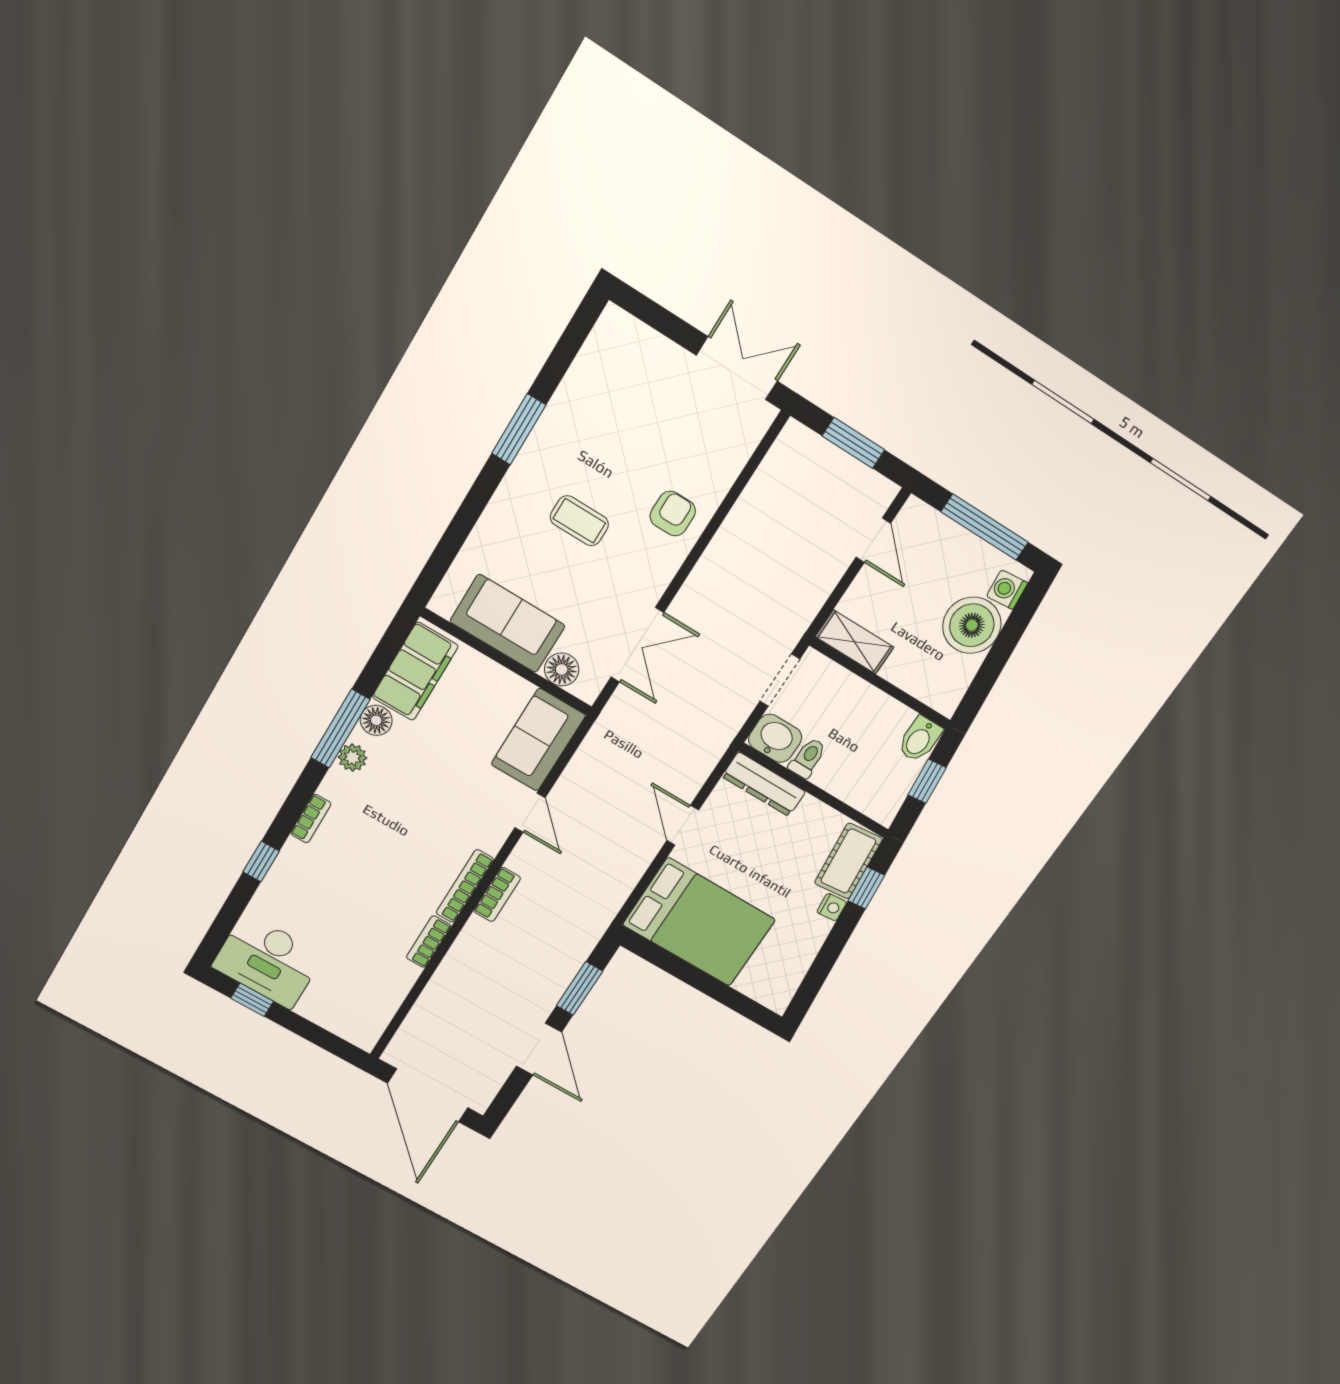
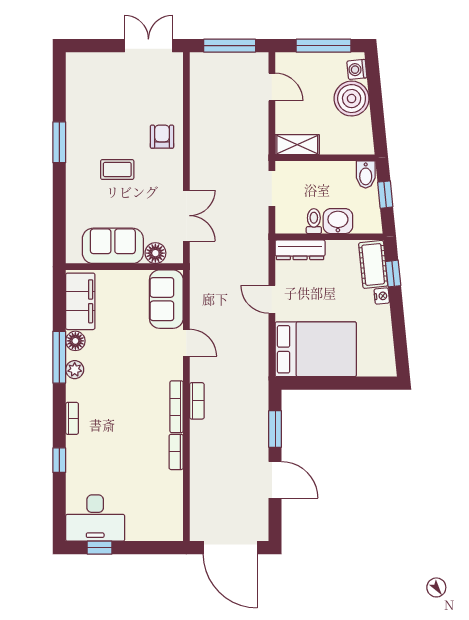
window: (853, 443) -> (230, 46), width x1.44
washbasin: (775, 738) -> (338, 221), moved

